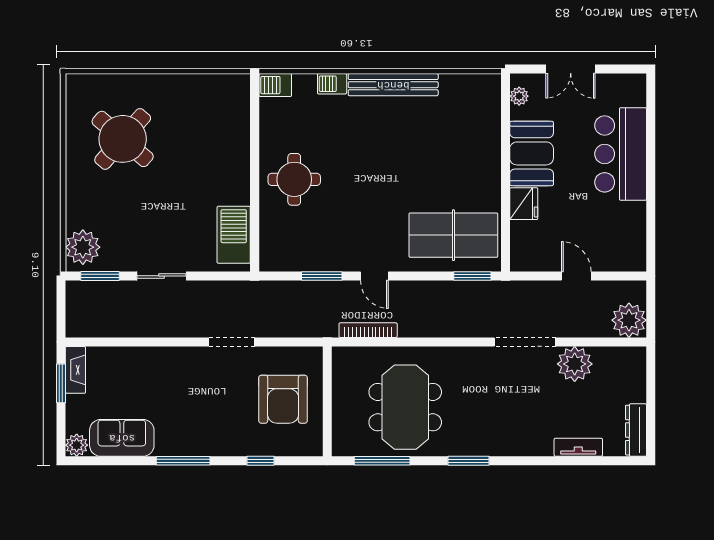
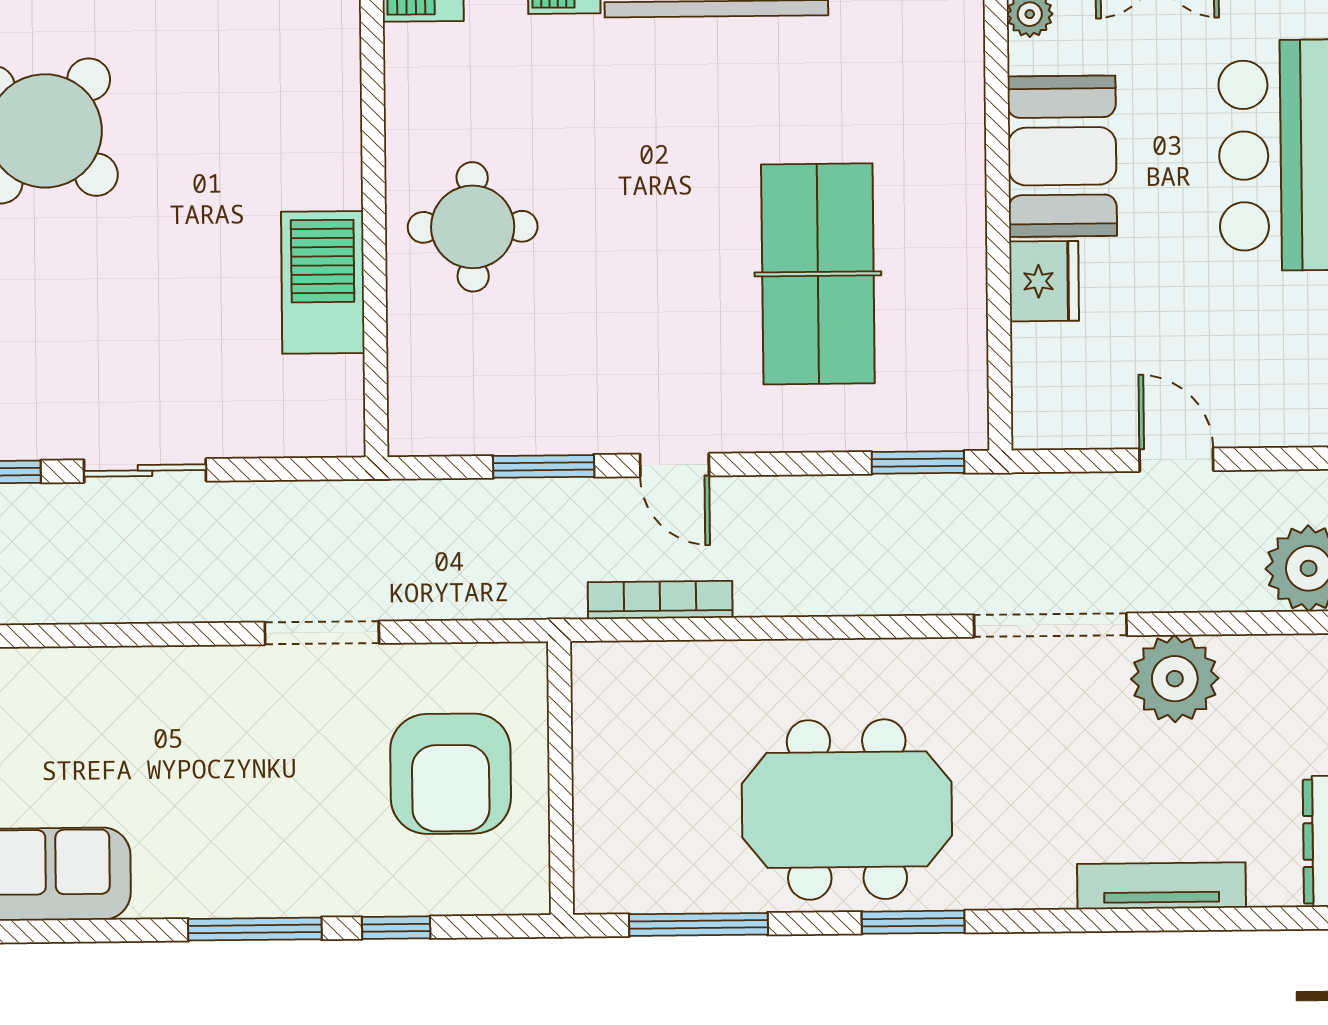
barbecue: (234, 235) -> (323, 282), moved
table tennis table: (453, 235) -> (818, 274), moved, turned 90
meeting table: (405, 407) -> (847, 810), moved, turned 90
tv unit: (578, 447) -> (1161, 886), width x1.41
window: (183, 461) -> (255, 929), moved

